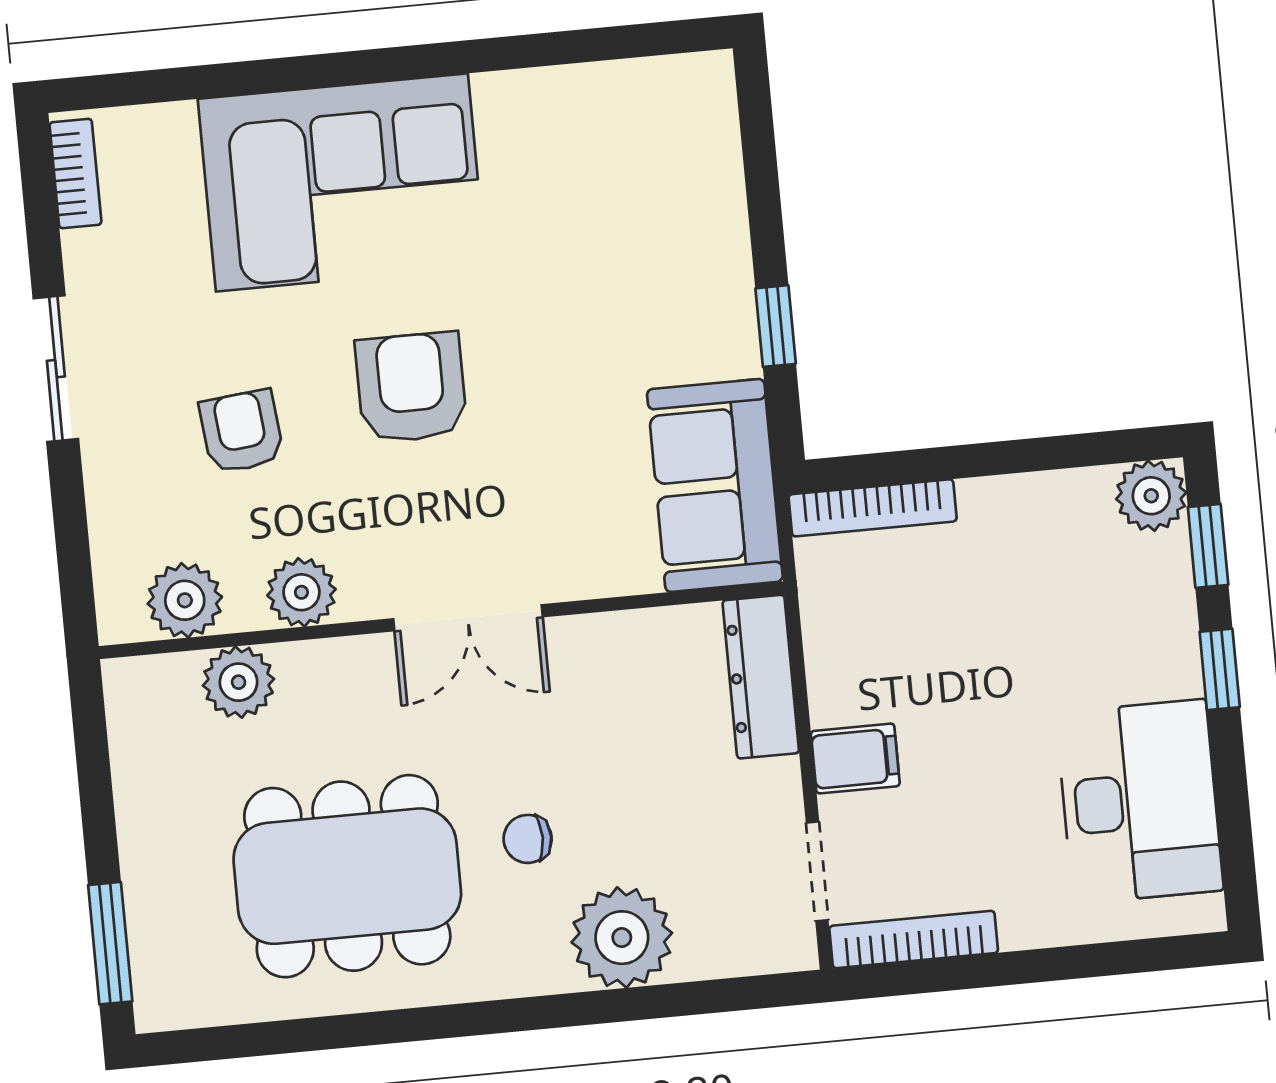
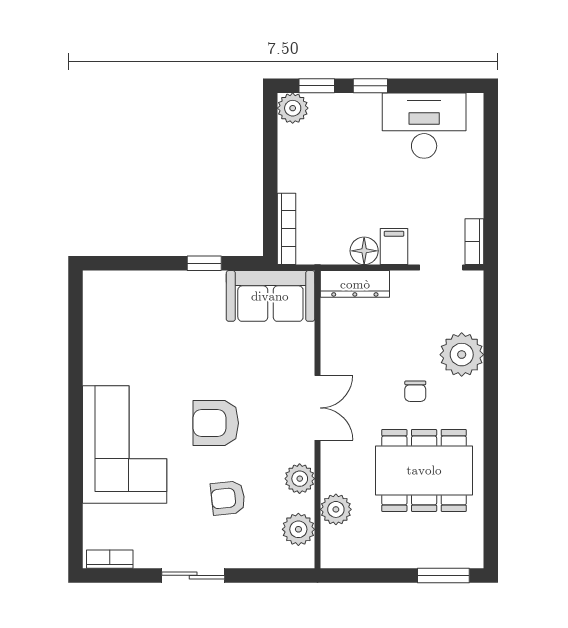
floor lamp: (839, 691) -> (364, 251), added
dining table: (347, 876) -> (424, 470), turned 90
bookcase: (914, 939) -> (474, 242), width x0.64

